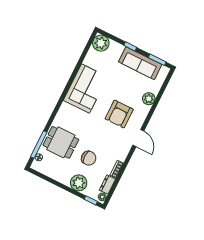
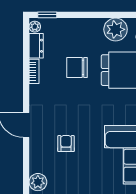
armchair: (119, 114) -> (66, 144), width x0.53, depth x0.53
plant: (79, 183) -> (116, 29), moved

